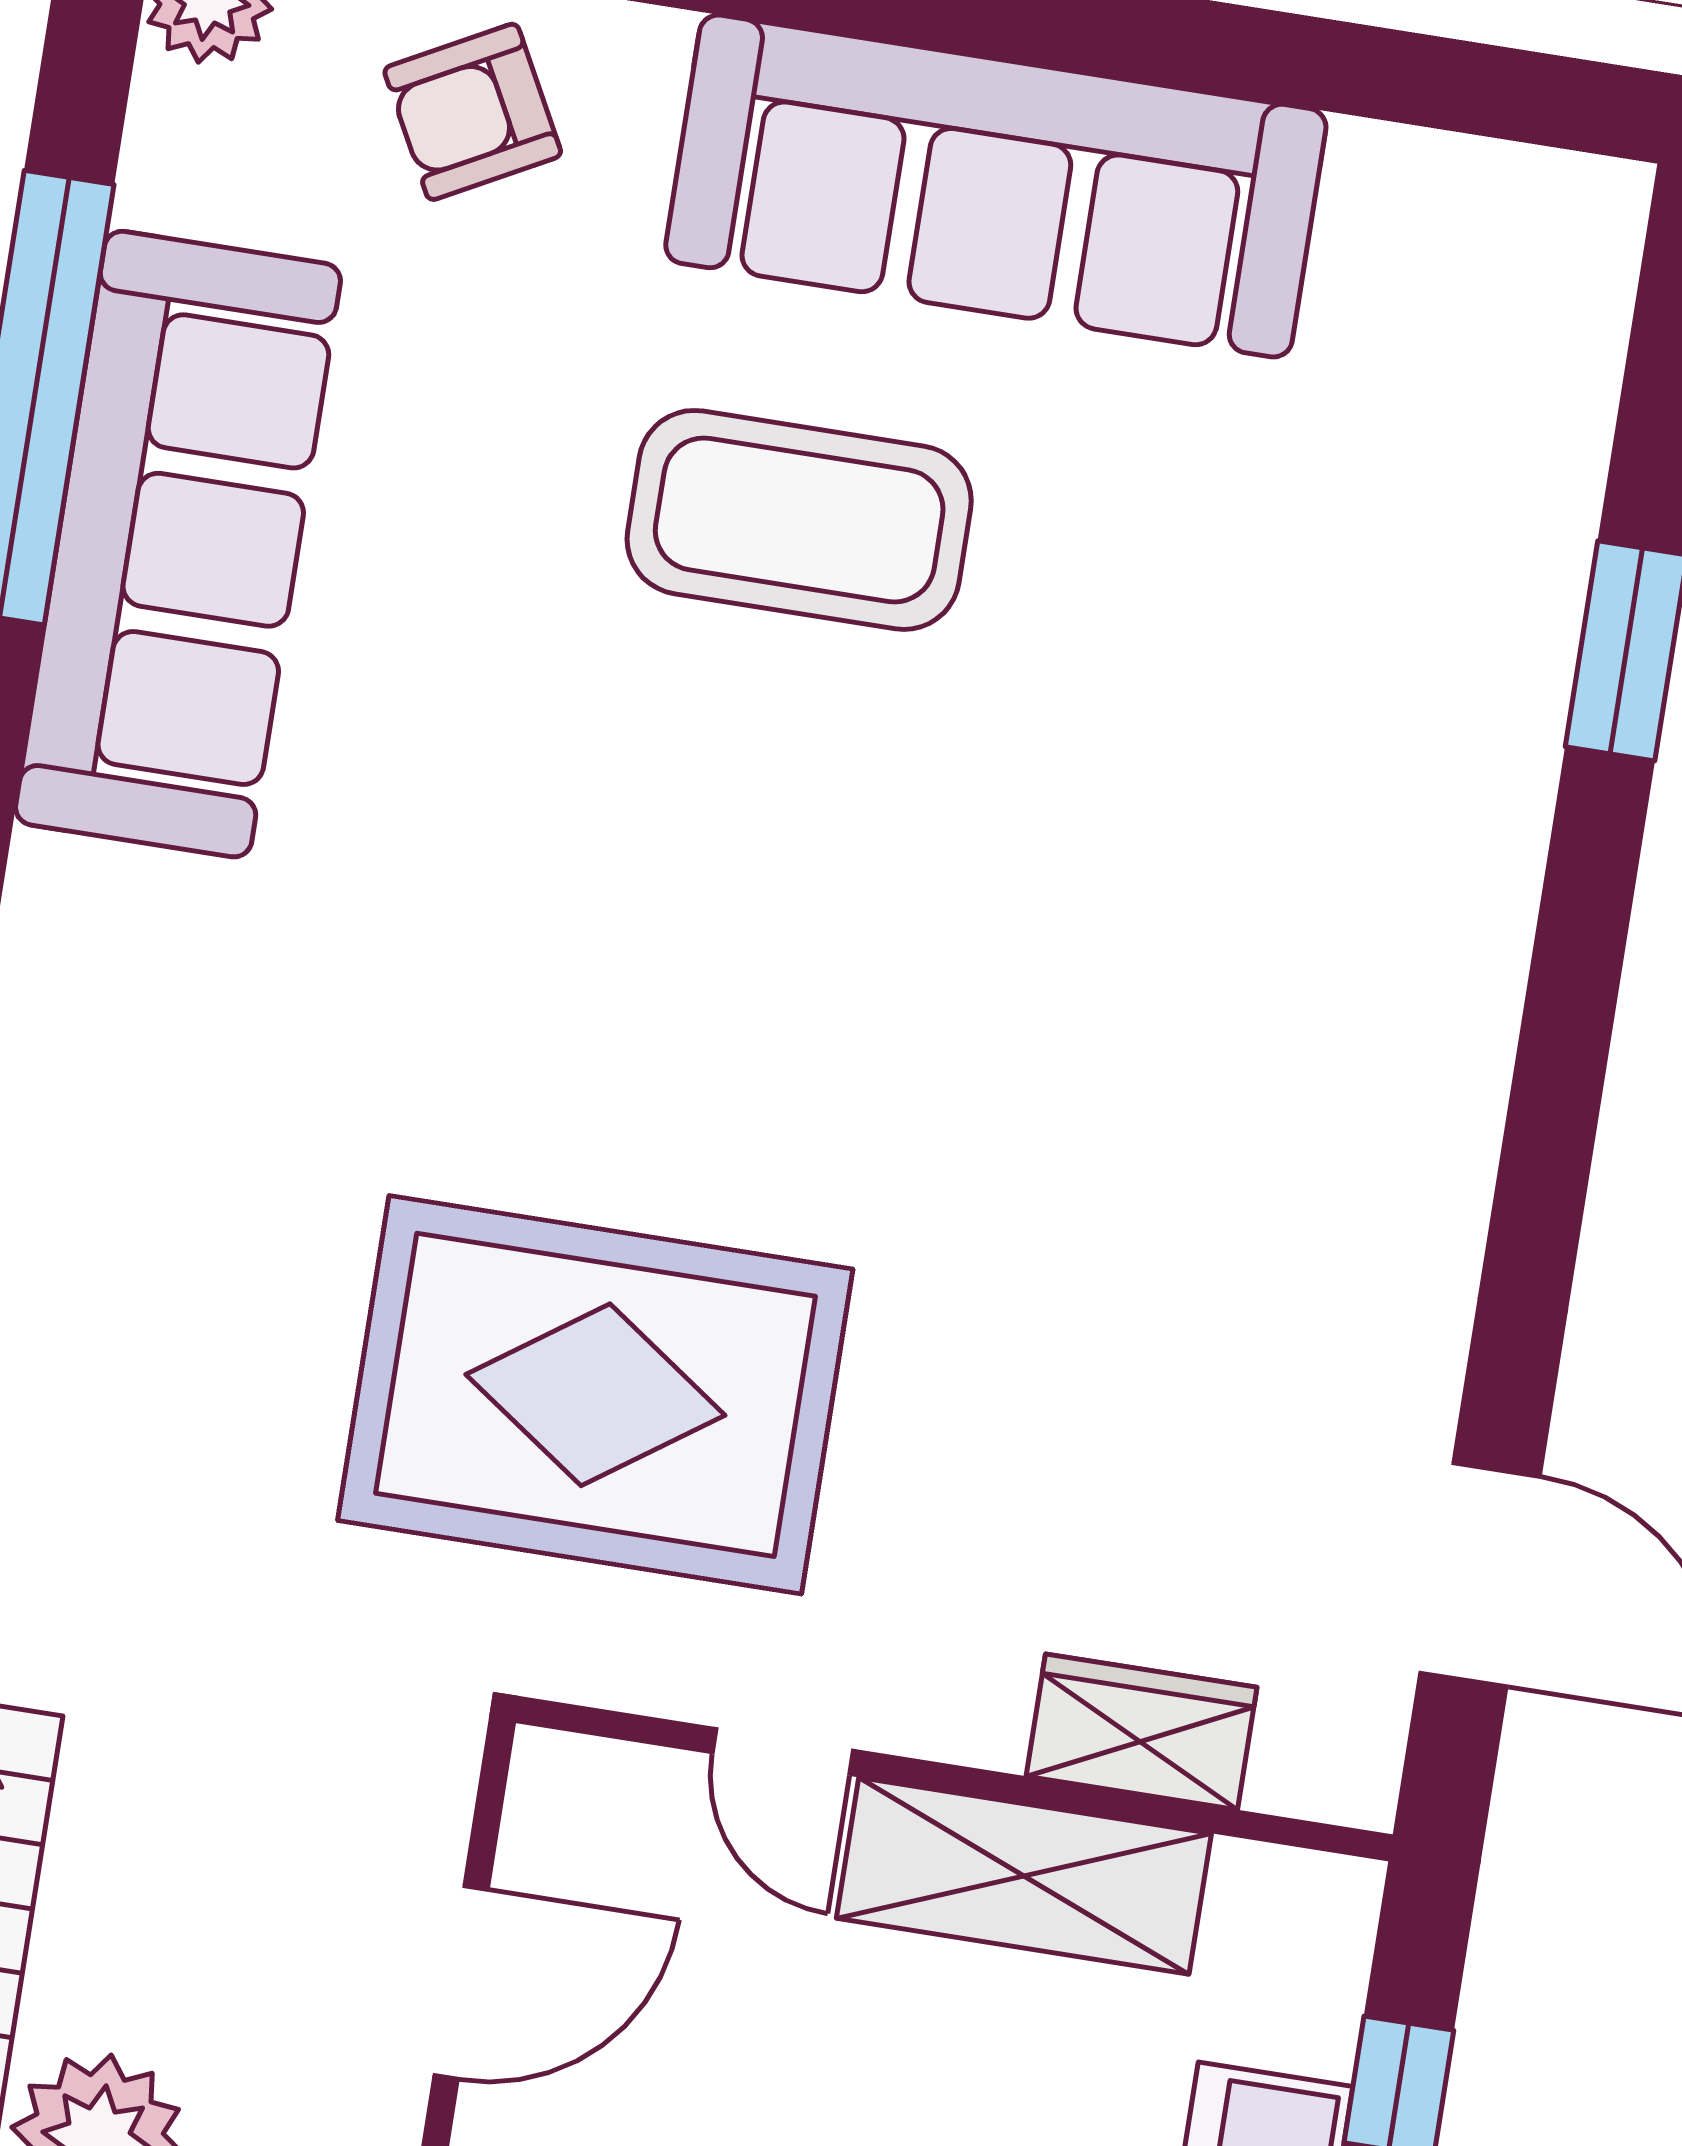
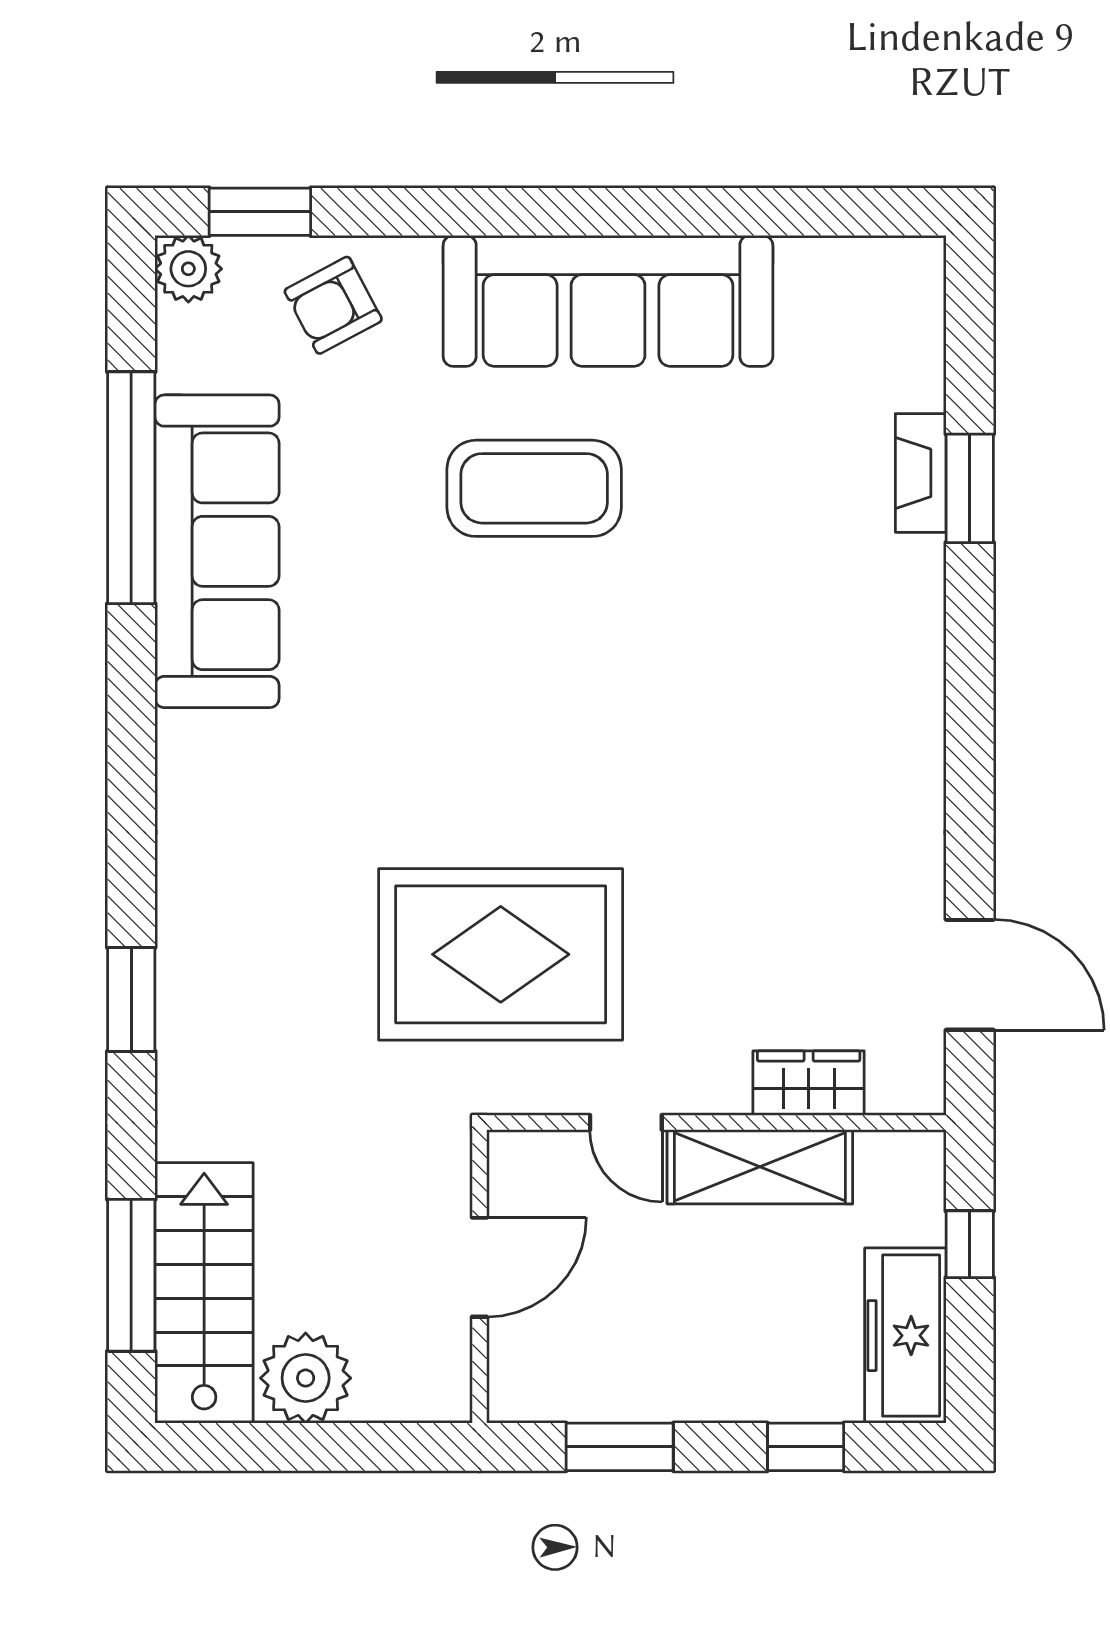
fireplace: (1538, 607) -> (921, 473), added

